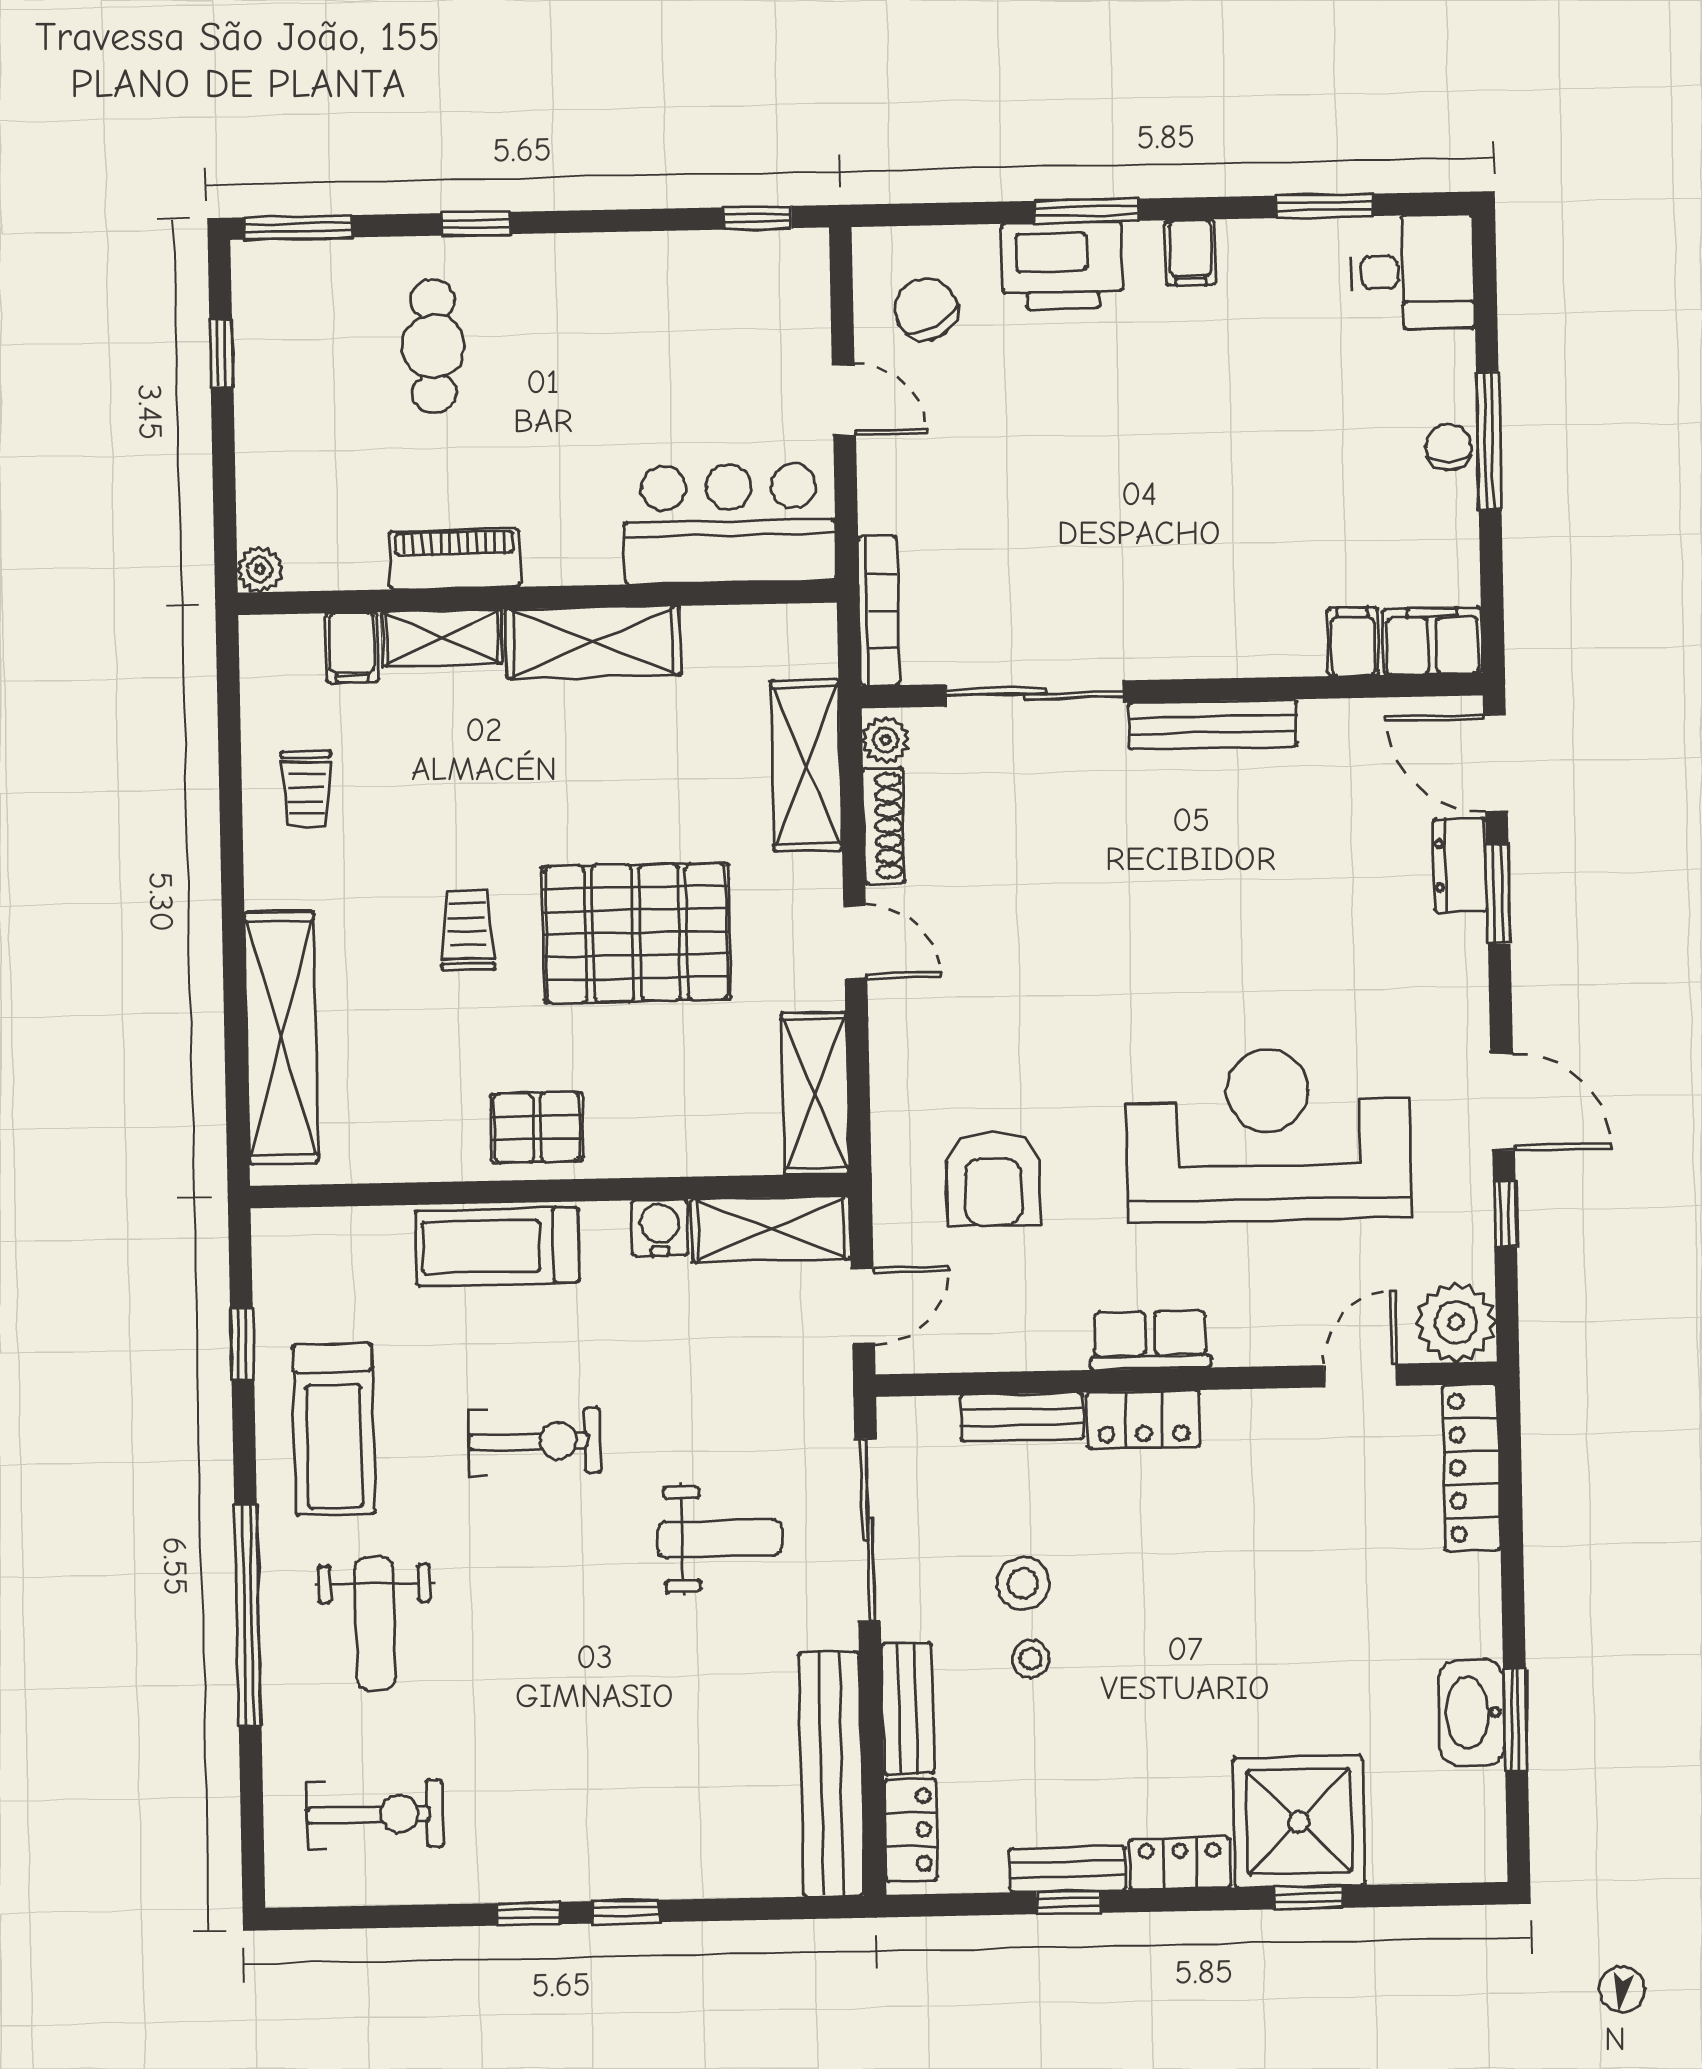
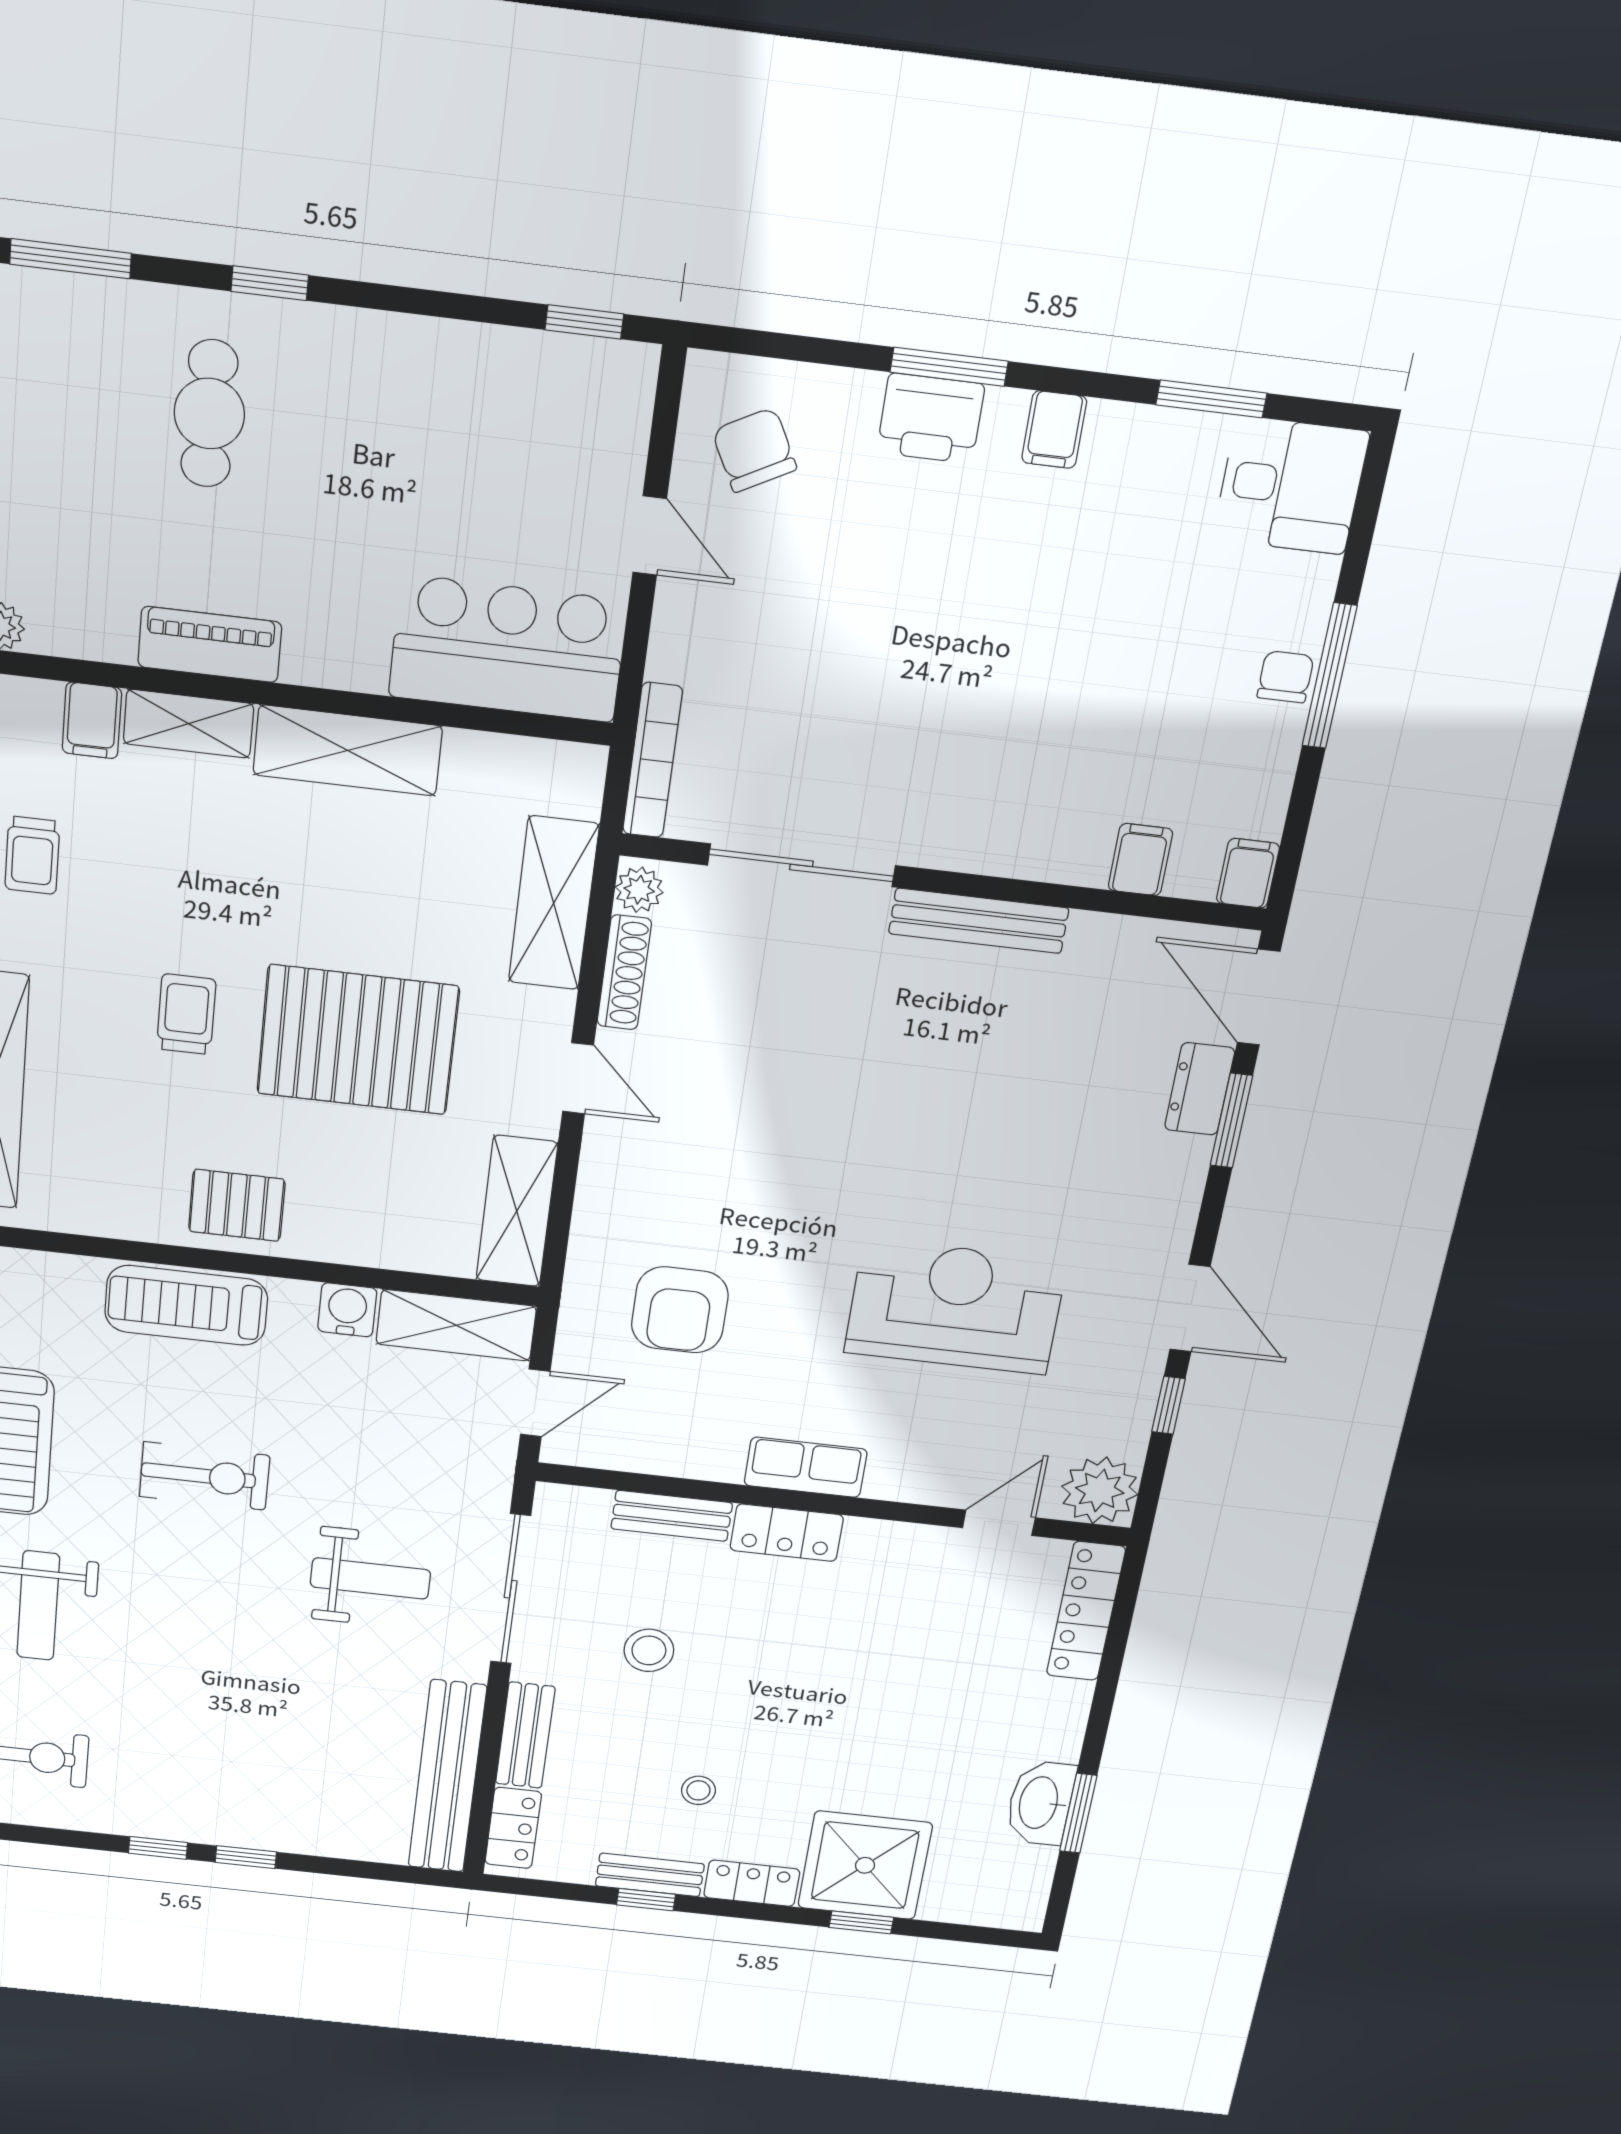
printer: (1062, 266) -> (931, 418), width x0.73, depth x0.84
filing cabinet: (1432, 641) -> (1248, 873), width x0.50
reception desk: (1268, 1135) -> (955, 1307), width x0.74, depth x0.77
stool: (1031, 1659) -> (698, 1790), moved

